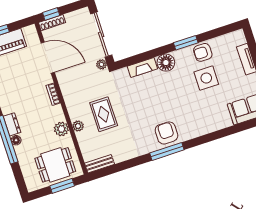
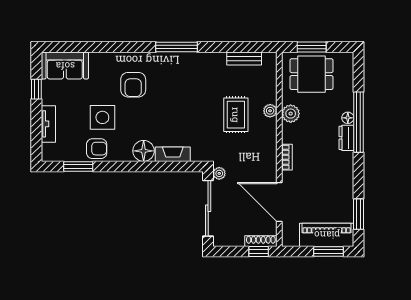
window: (186, 43) -> (78, 166), moved
armchair: (166, 133) -> (133, 85), moved
bench: (99, 164) -> (244, 59), moved

